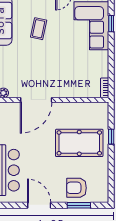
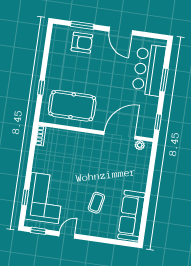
door: (36, 100) -> (120, 135), moved
pool table: (79, 143) -> (72, 106), moved

